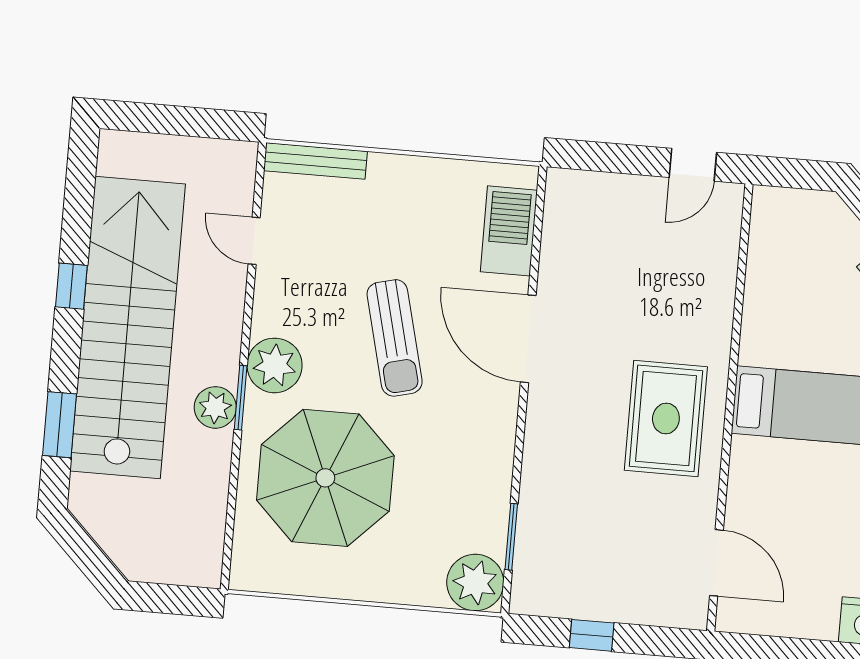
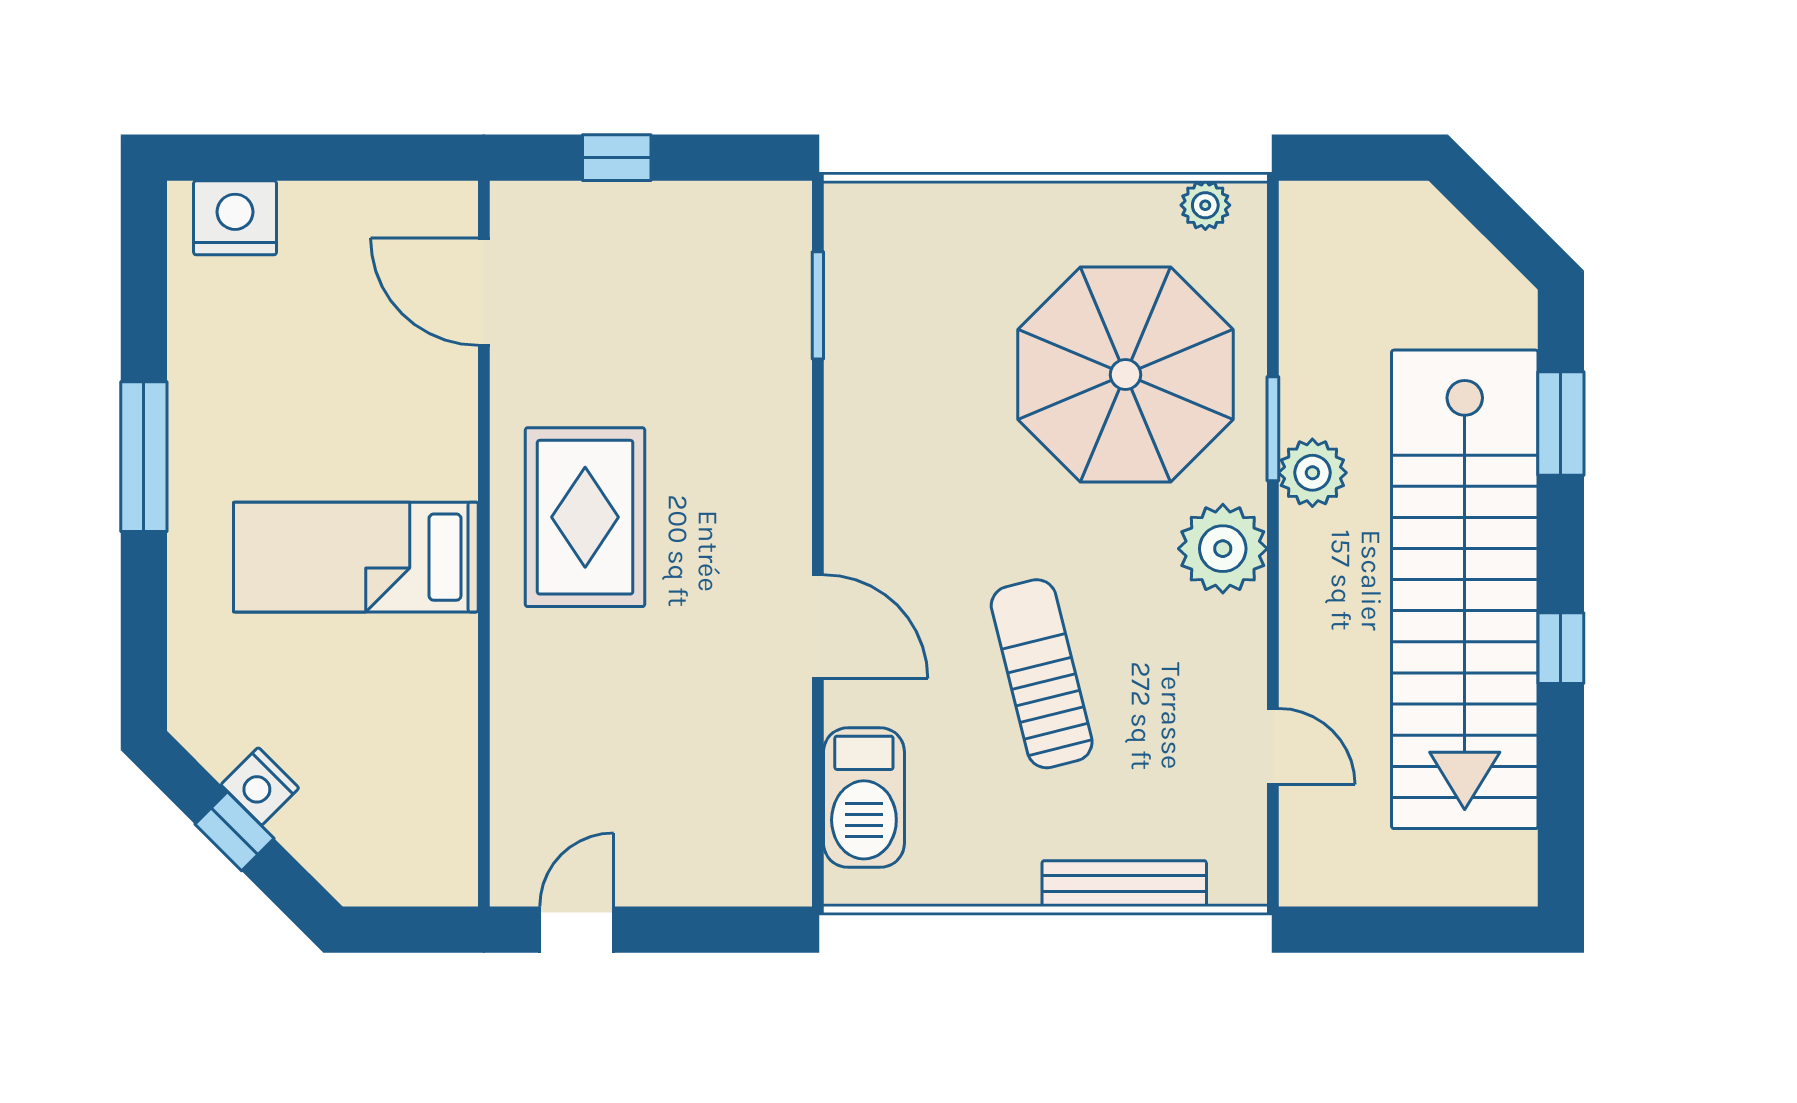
bench: (315, 161) -> (1124, 884), moved
sun lounger: (395, 338) -> (1042, 674), moved
door: (528, 339) -> (818, 626), width x0.73
window: (241, 398) -> (1273, 429), moved
plant: (475, 583) -> (1205, 205), moved, width x0.53, depth x0.53
window: (592, 635) -> (617, 158), moved

